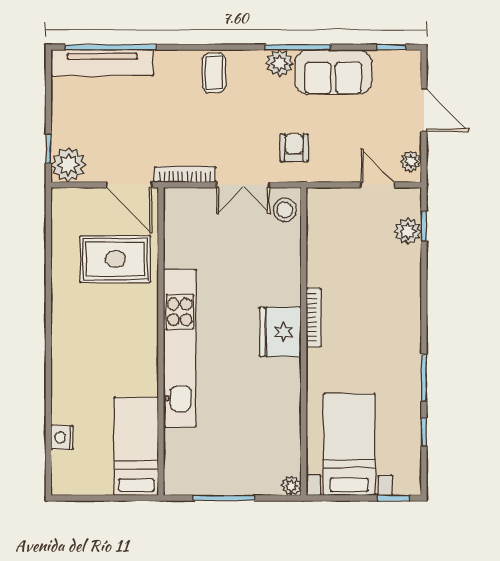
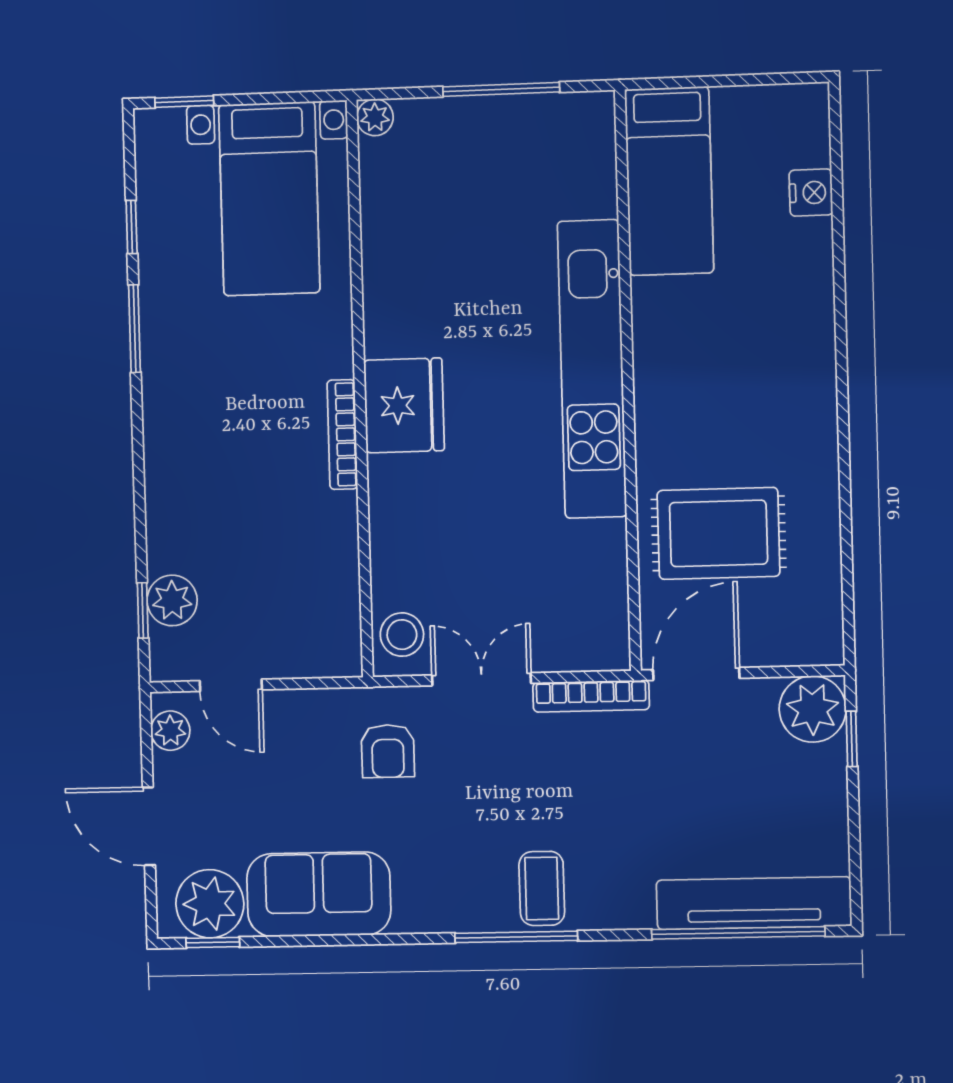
window: (298, 47) -> (516, 937), moved
plant: (279, 63) -> (210, 904), moved, width x1.36, depth x1.36
door: (129, 185) -> (696, 674), hinge flipped

